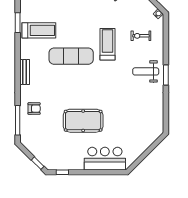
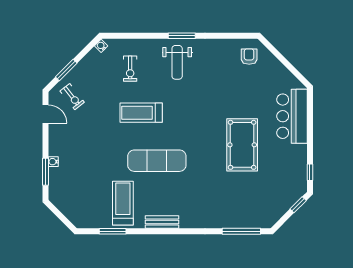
exercise mat: (71, 56) -> (157, 161), turned 90
bench: (25, 72) -> (162, 222), moved
armchair: (34, 109) -> (249, 57), moved

